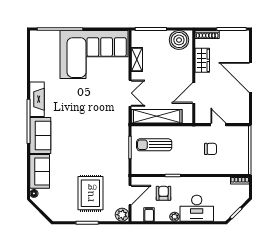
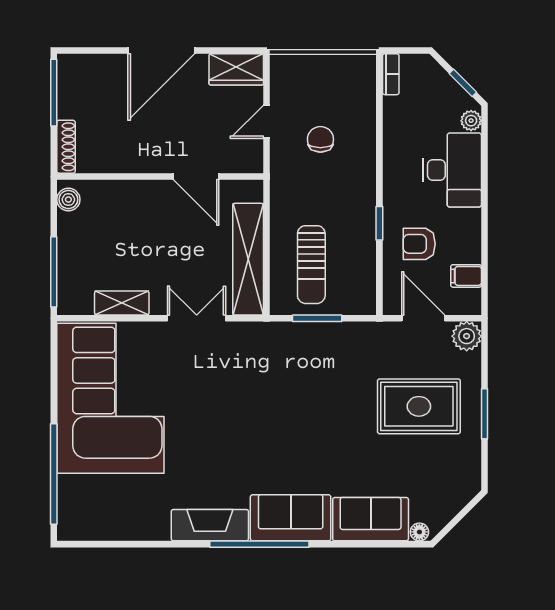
boiler: (179, 40) -> (68, 200), width x0.54, depth x0.54
wardrobe: (202, 60) -> (236, 69), moved, turned 180
plant: (175, 217) -> (471, 121), moved

